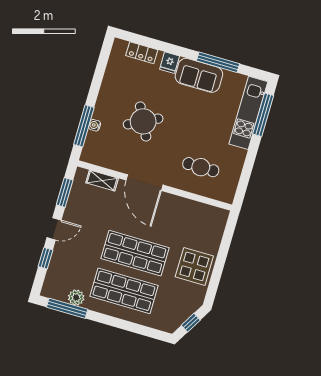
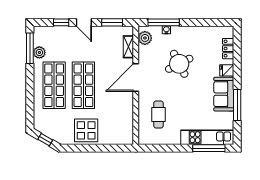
plant: (97, 156) -> (145, 38), added

